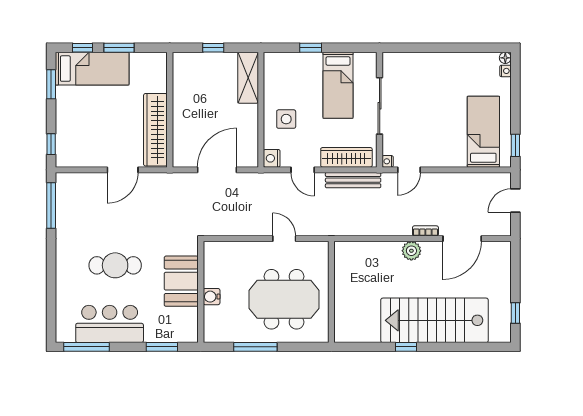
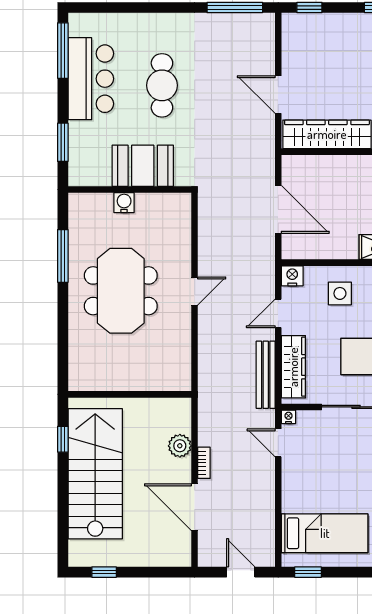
wall: (331, 292) -> (130, 394), moved

